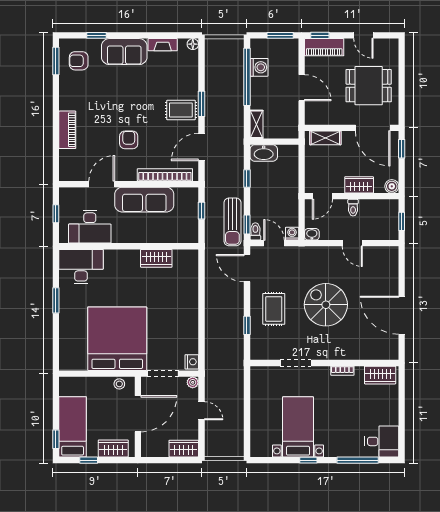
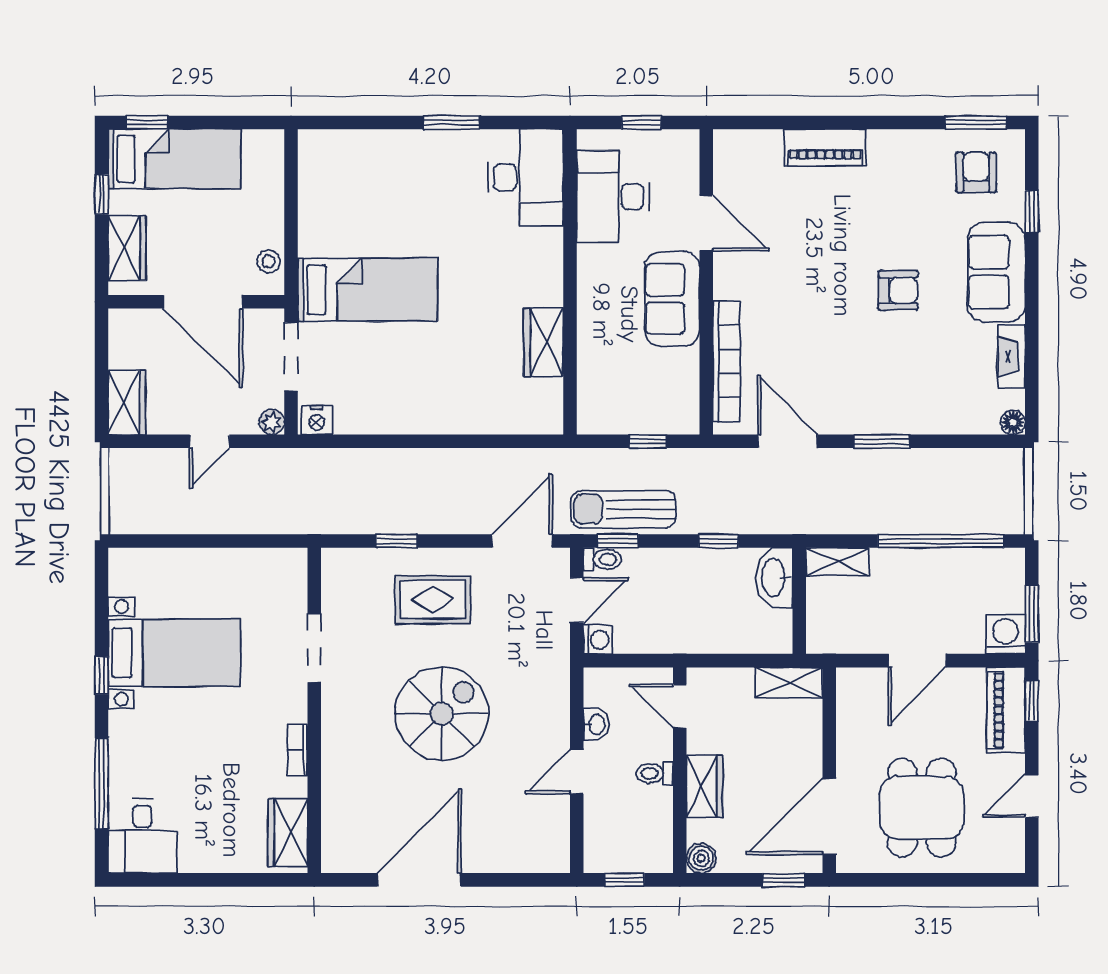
washing machine: (259, 67) -> (1006, 634), moved, turned 180
rug: (181, 110) -> (868, 396), removed
shelving: (325, 138) -> (789, 682), moved, turned 90
armchair: (129, 140) -> (898, 290), moved
sofa: (144, 200) -> (672, 299), width x0.73
washbasin: (312, 234) -> (596, 724), moved
bed: (117, 339) -> (367, 290), width x0.49

